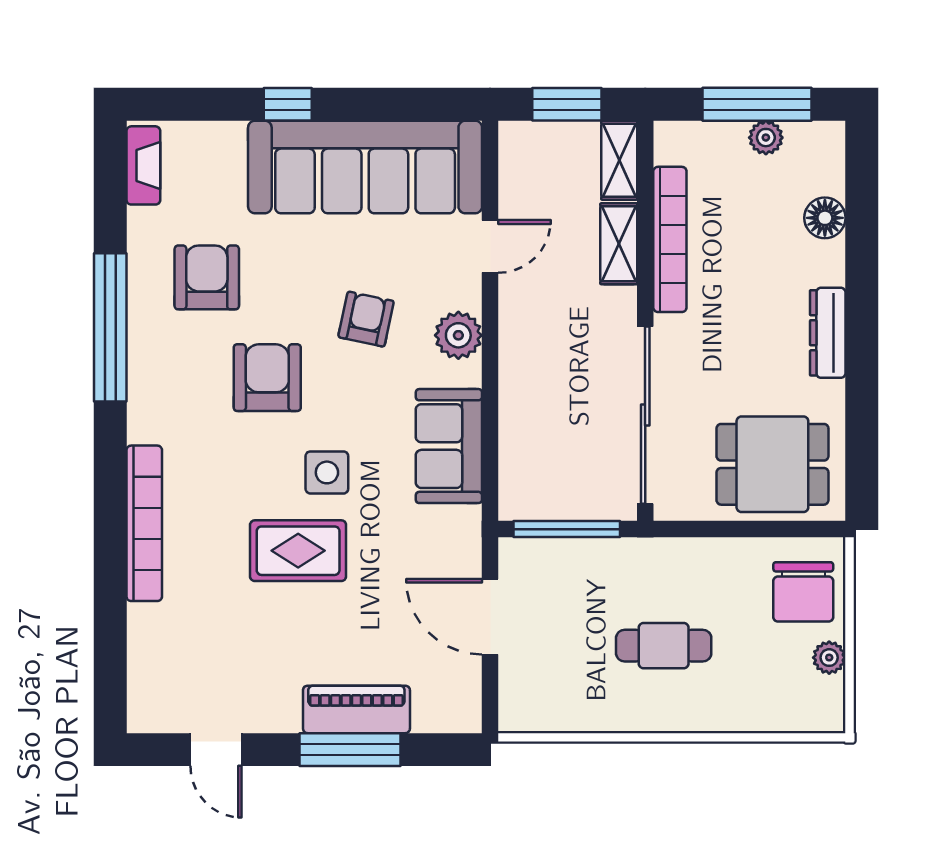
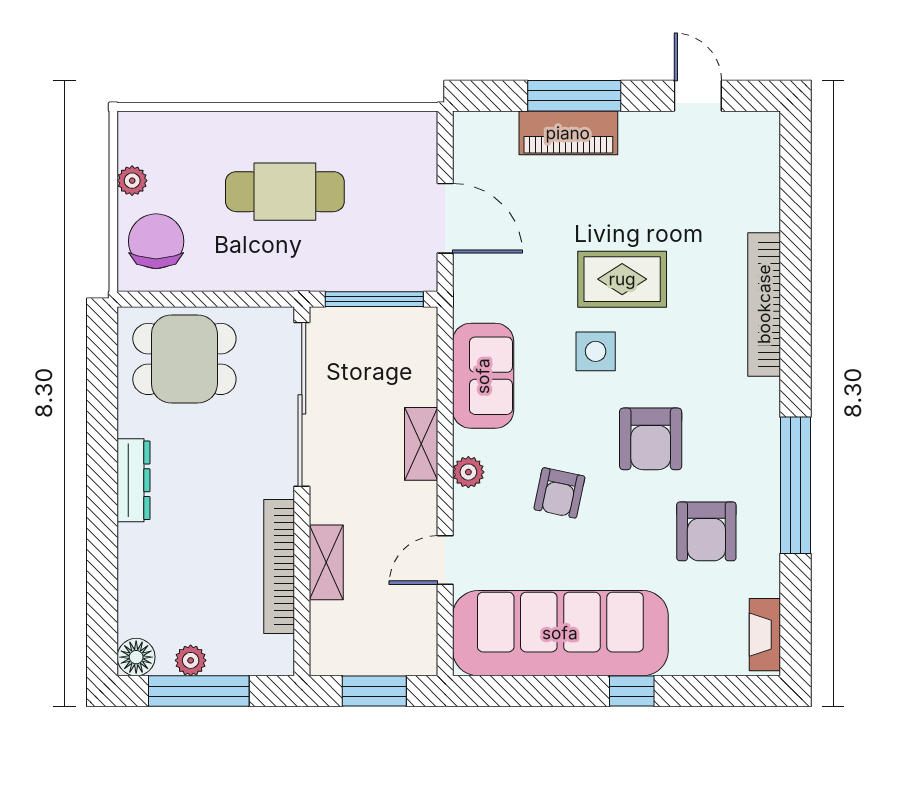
shelving: (619, 160) -> (421, 444), moved
floor lamp: (825, 218) -> (136, 657), moved
plant: (458, 335) -> (468, 472), width x0.73, depth x0.73
cafe table: (664, 646) -> (285, 192), width x1.37, depth x1.35

